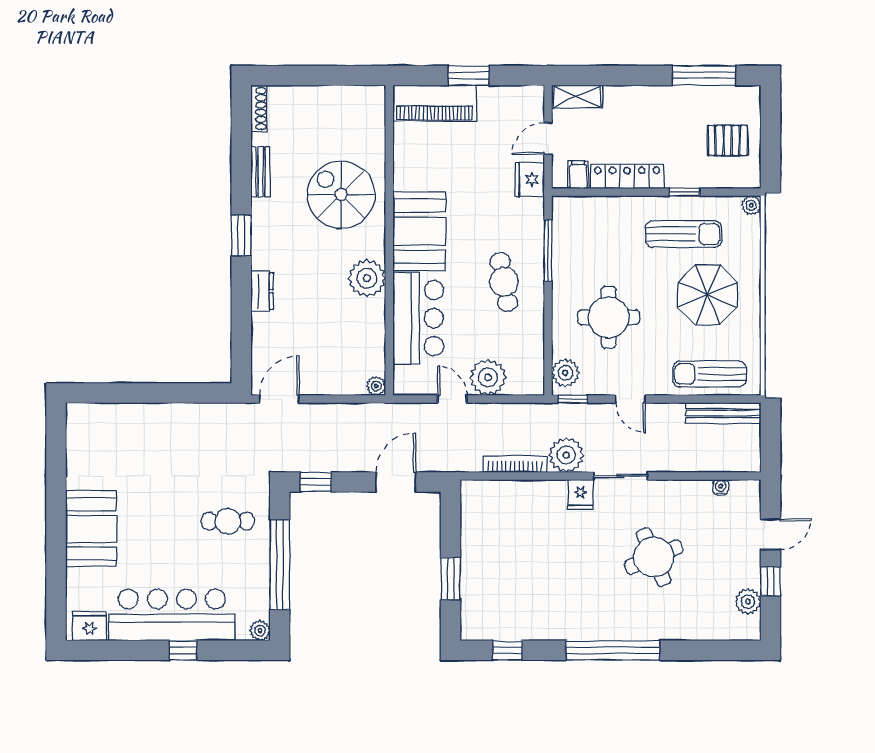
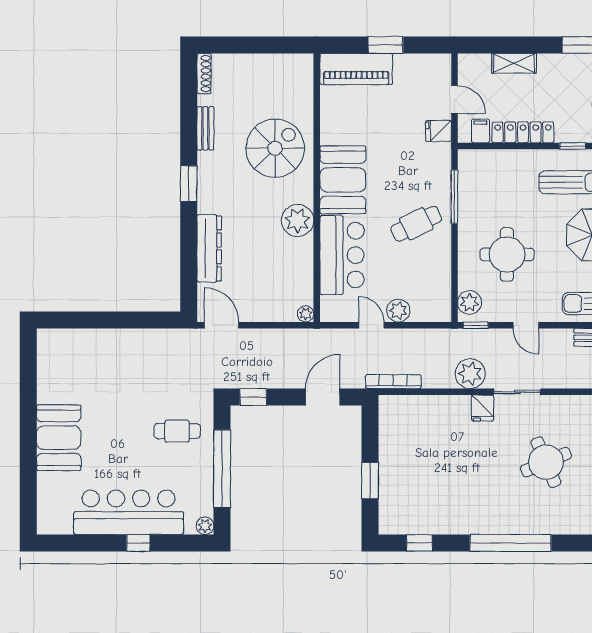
shelving: (577, 97) -> (514, 63), moved
door: (548, 138) -> (454, 100), swing flipped
fridge: (530, 180) -> (438, 131), width x0.72
spiral stairs: (341, 195) -> (275, 148), turned 90
cafe table: (504, 282) -> (416, 224), turned 74
dresser: (262, 291) -> (209, 248), width x1.96, depth x1.24
plant: (488, 377) -> (398, 311), width x0.73, depth x0.73
door: (279, 399) -> (222, 325), hinge flipped
bookcase: (515, 464) -> (393, 382), moved
fridge: (90, 626) -> (57, 522), removed

